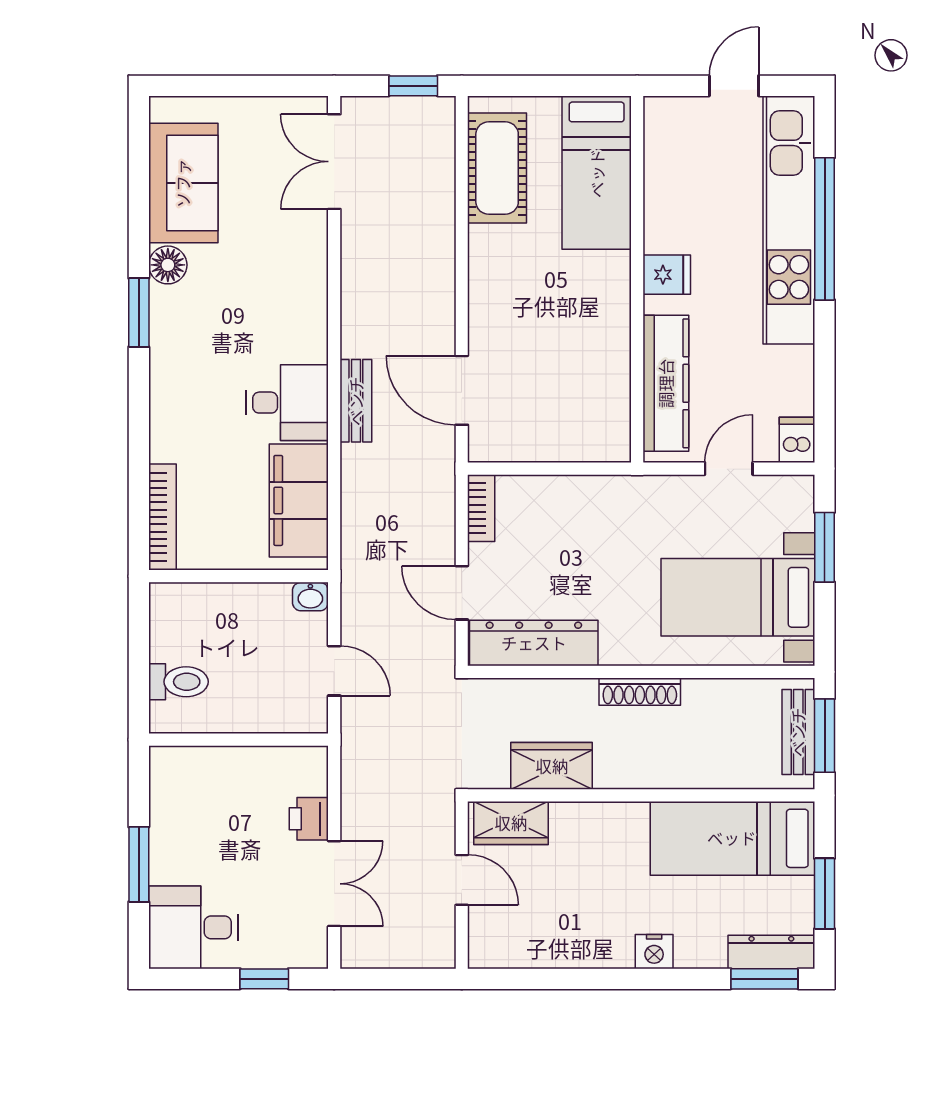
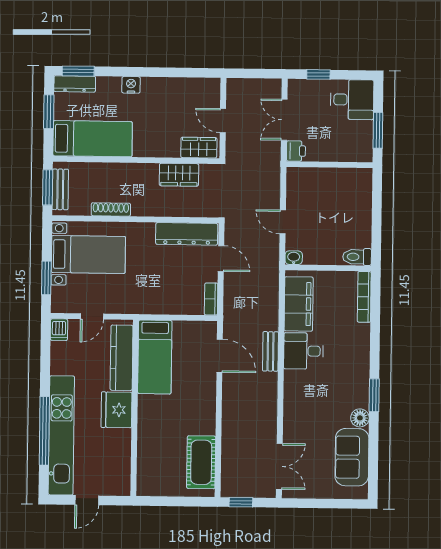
bed: (597, 173) -> (155, 357), moved, turned 180
fridge: (667, 275) -> (117, 410), width x1.88, depth x1.34
toilet: (178, 682) -> (357, 257), moved
shoe rack: (640, 692) -> (111, 209), moved
wall: (238, 740) -> (330, 165), moved

